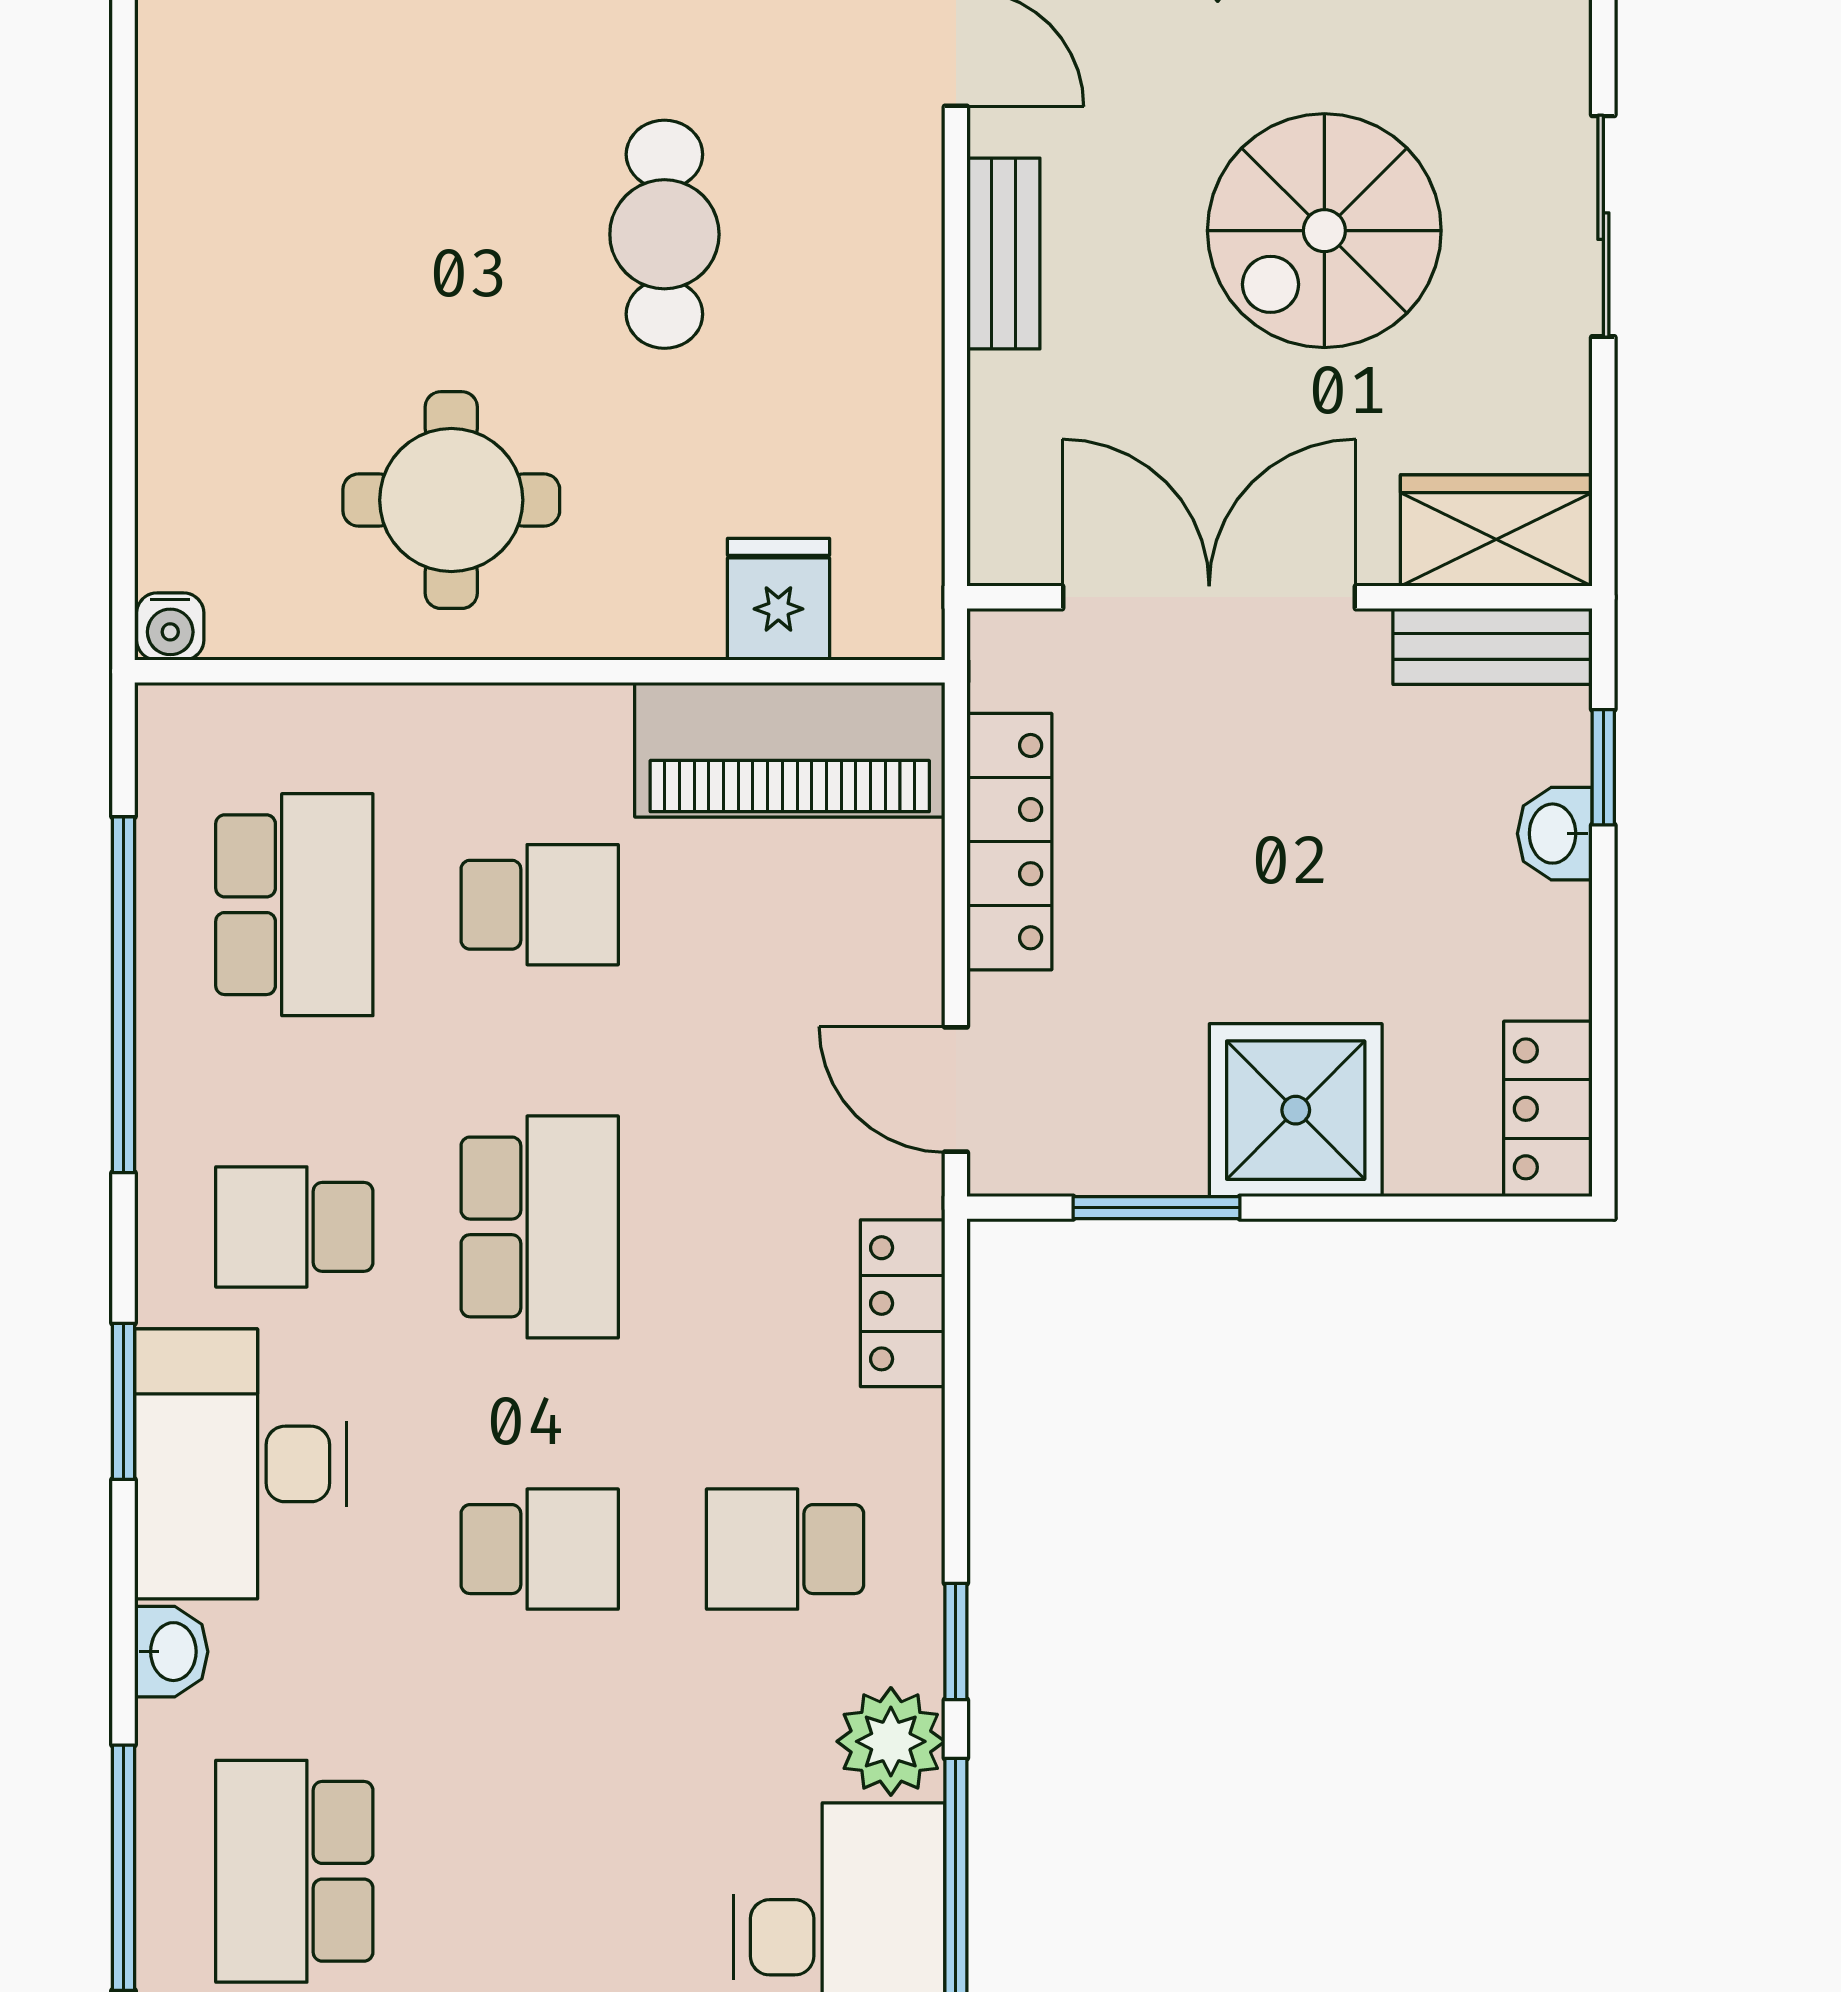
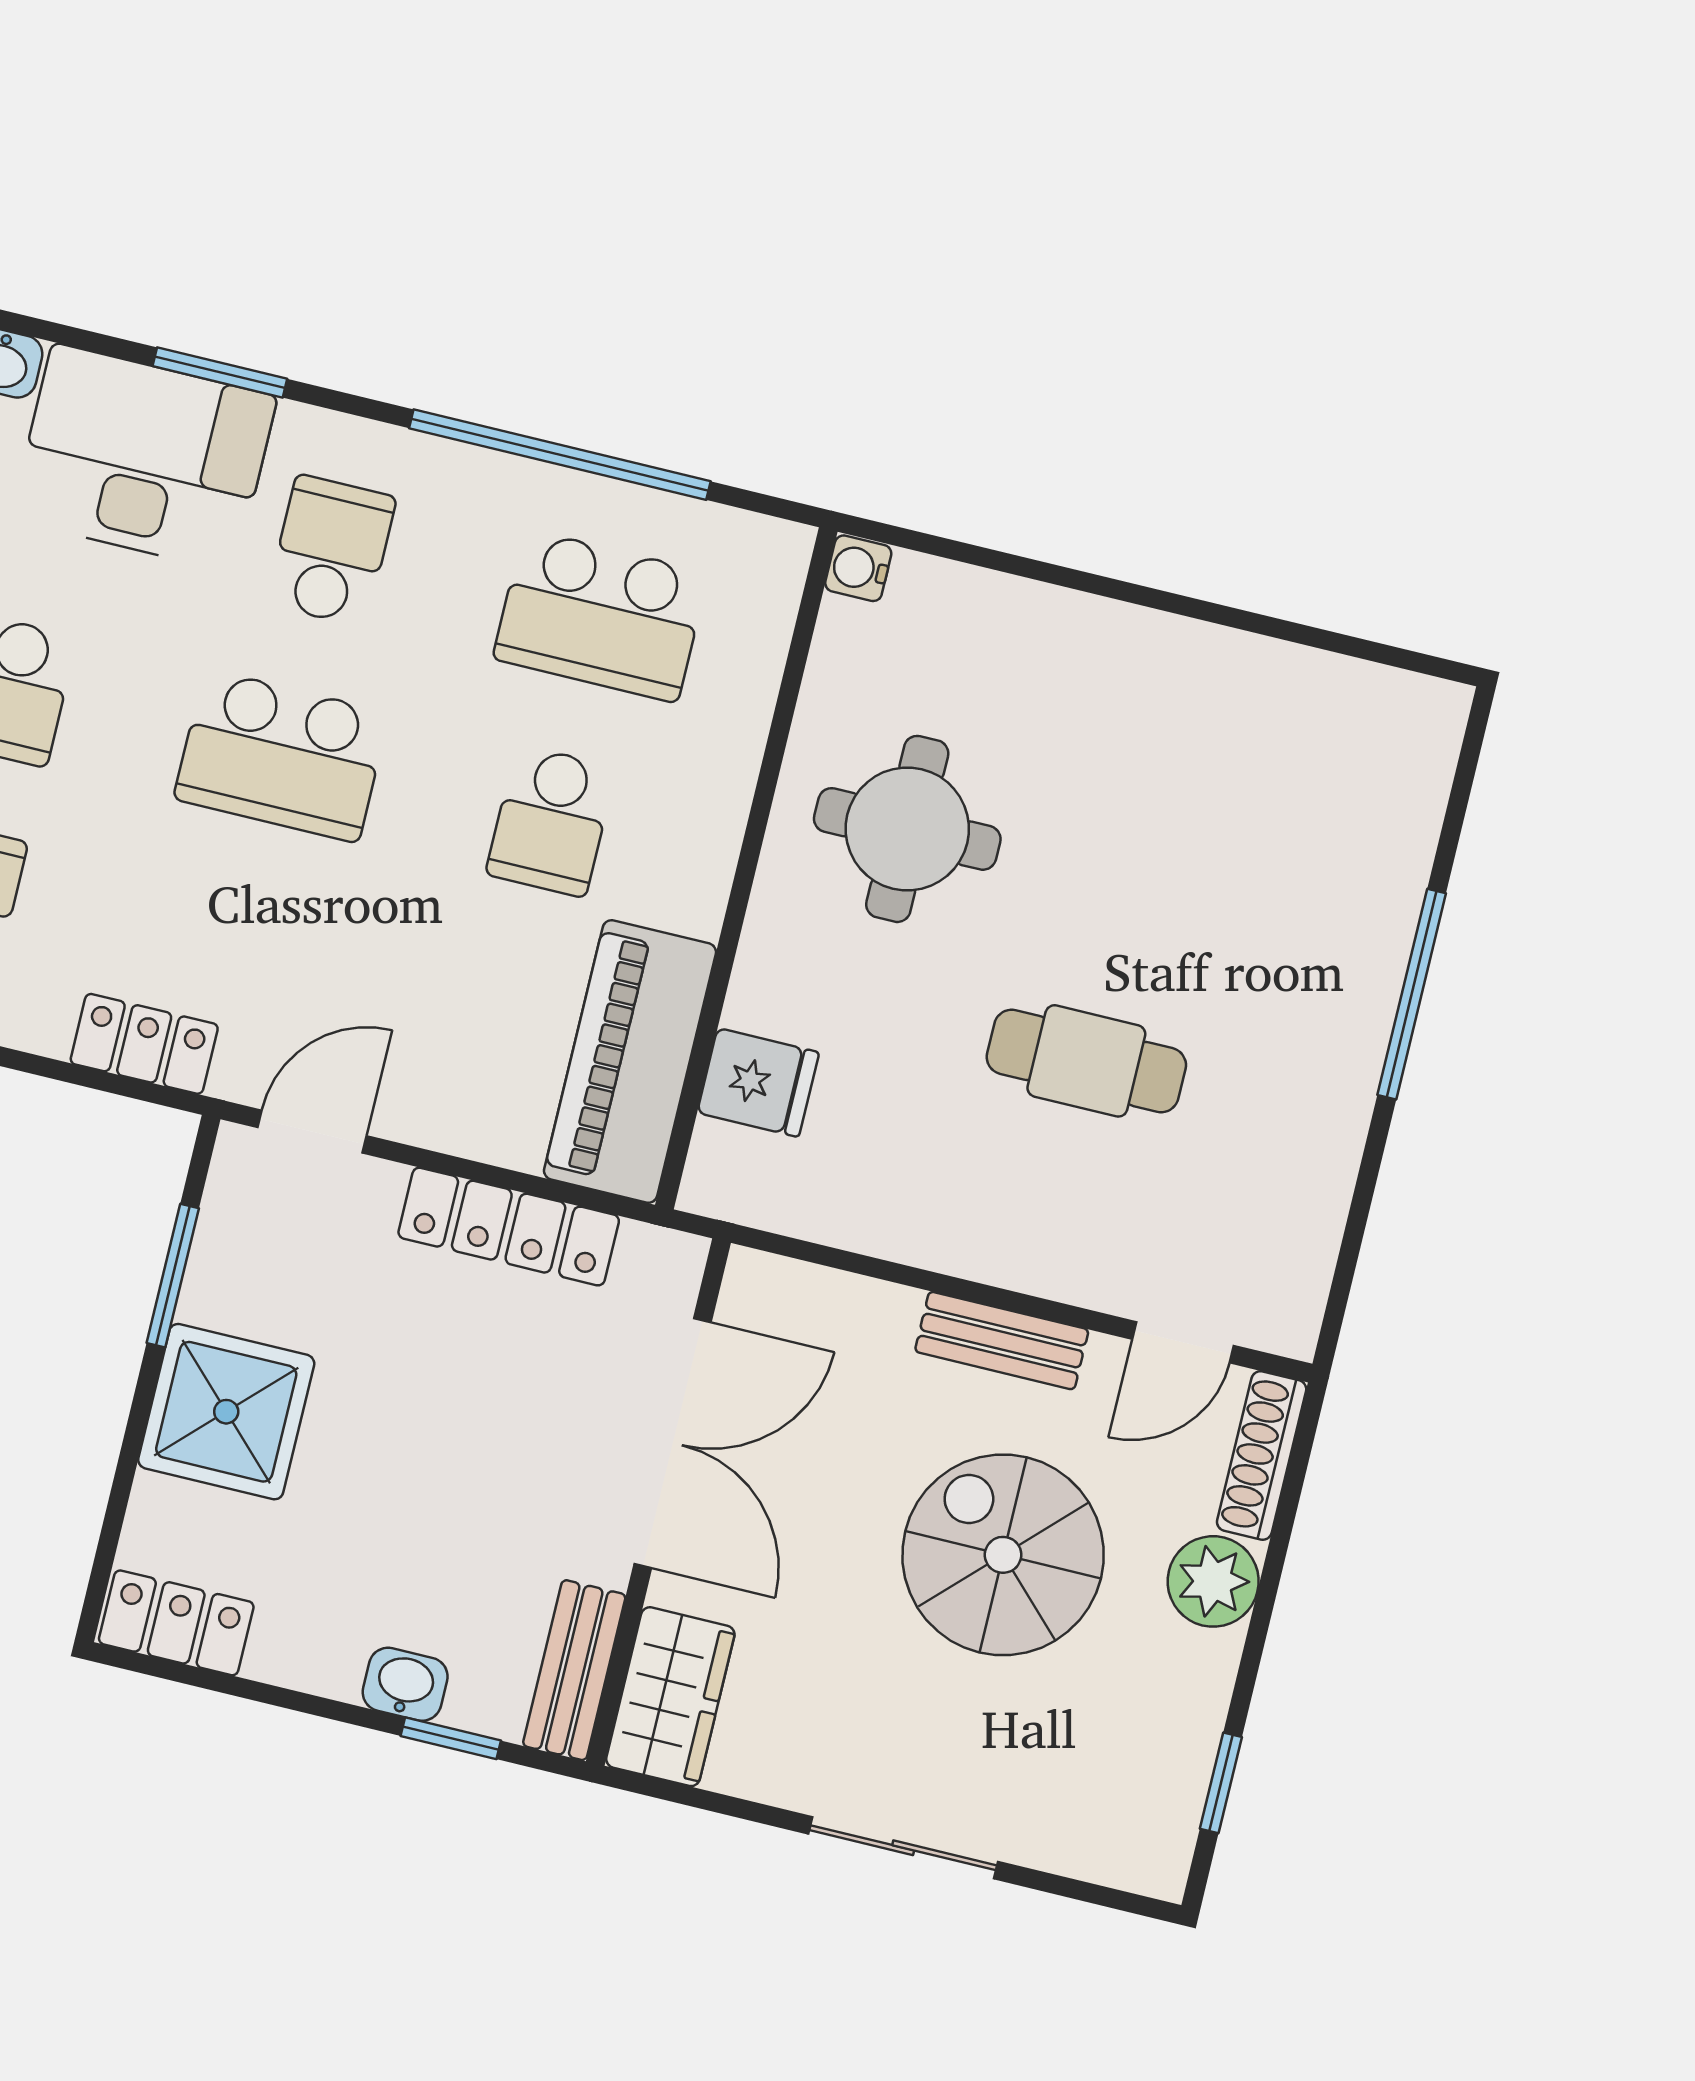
spiral stairs: (1324, 231) -> (1003, 1555), moved

